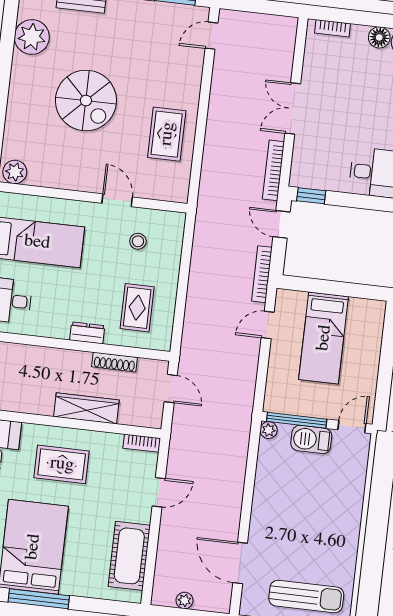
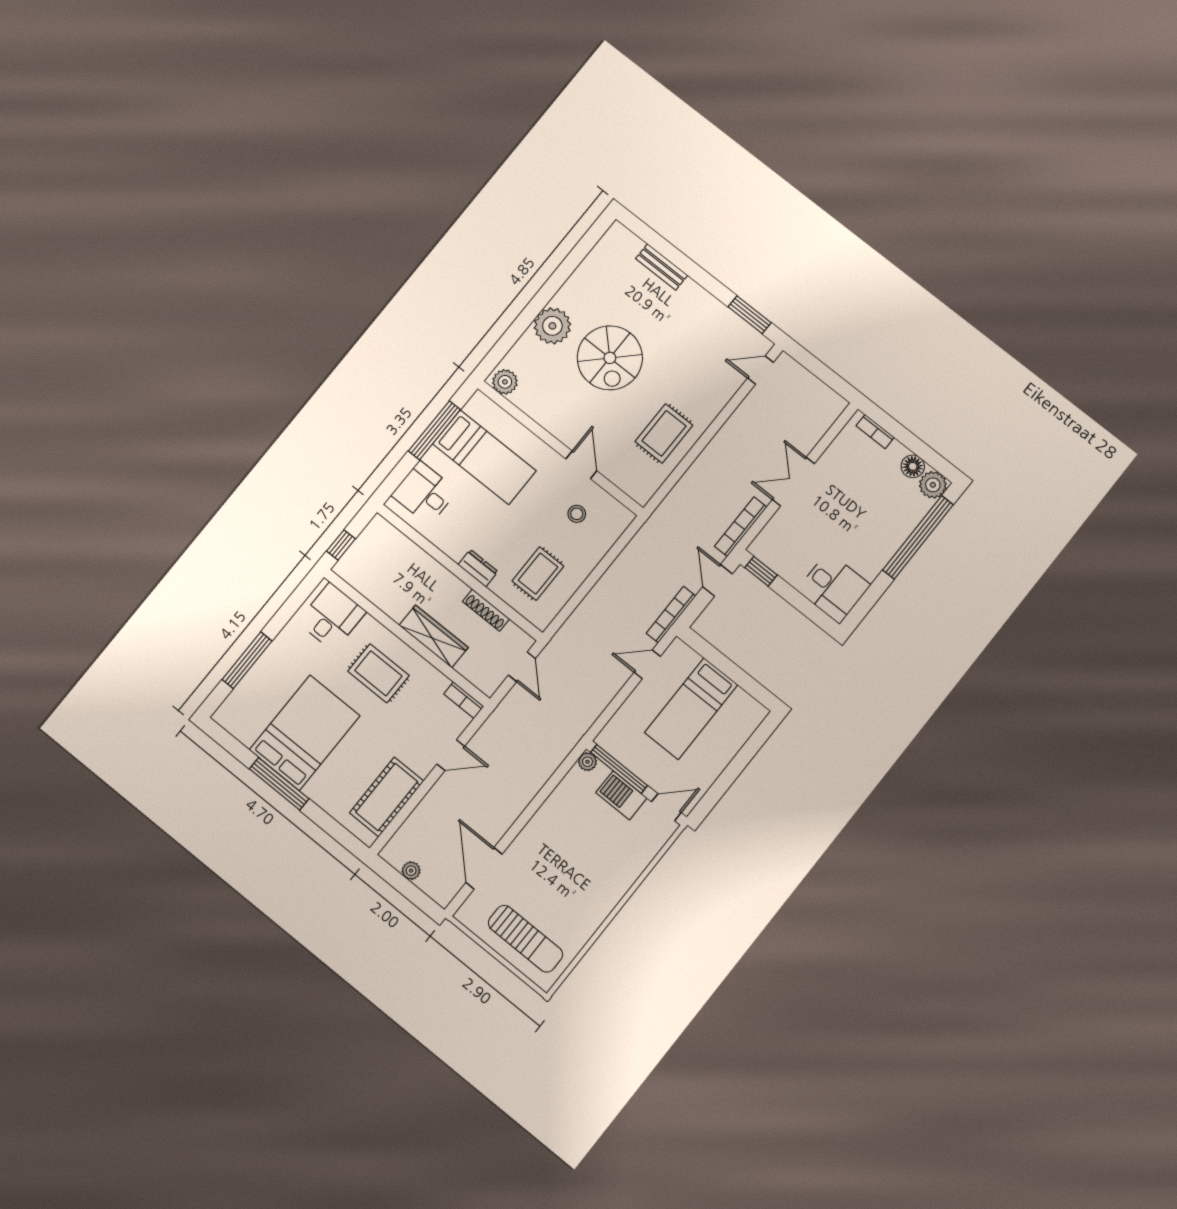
plant: (32, 37) -> (552, 326), moved

